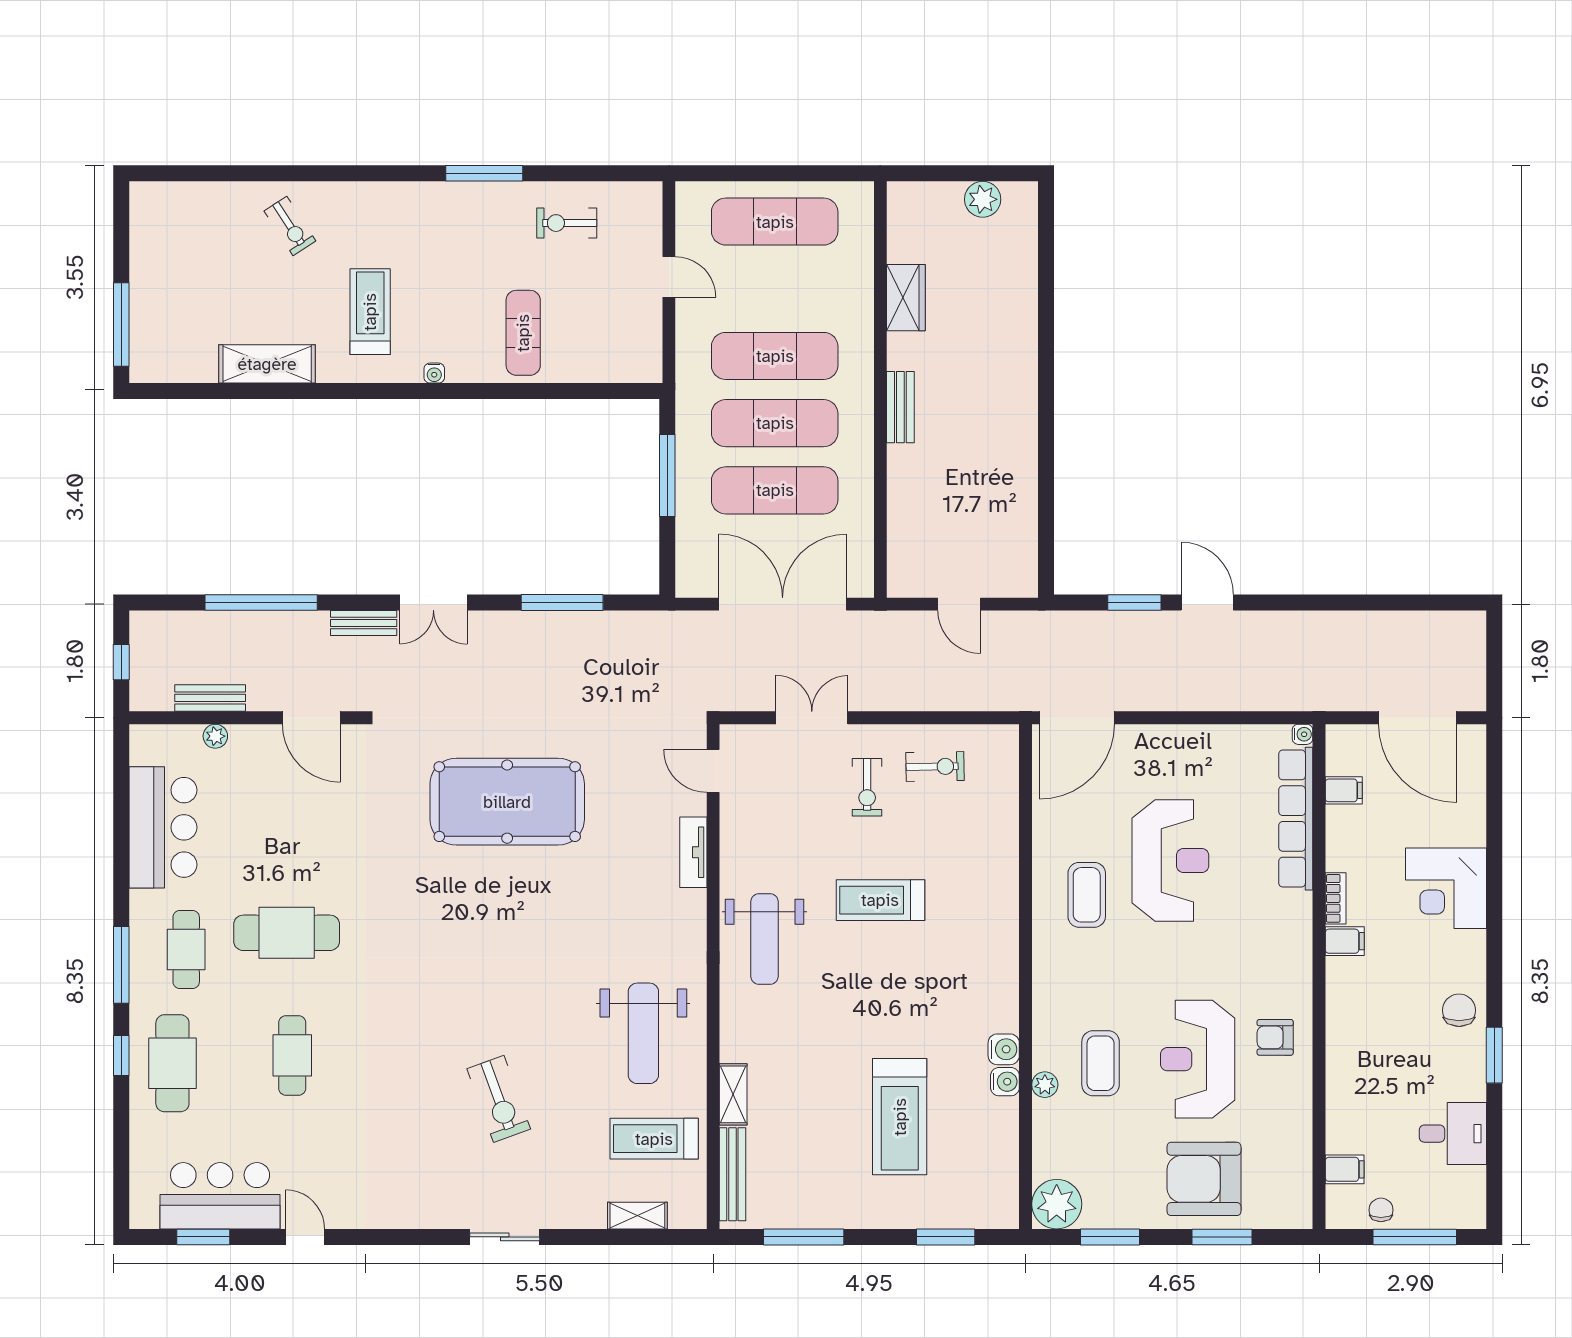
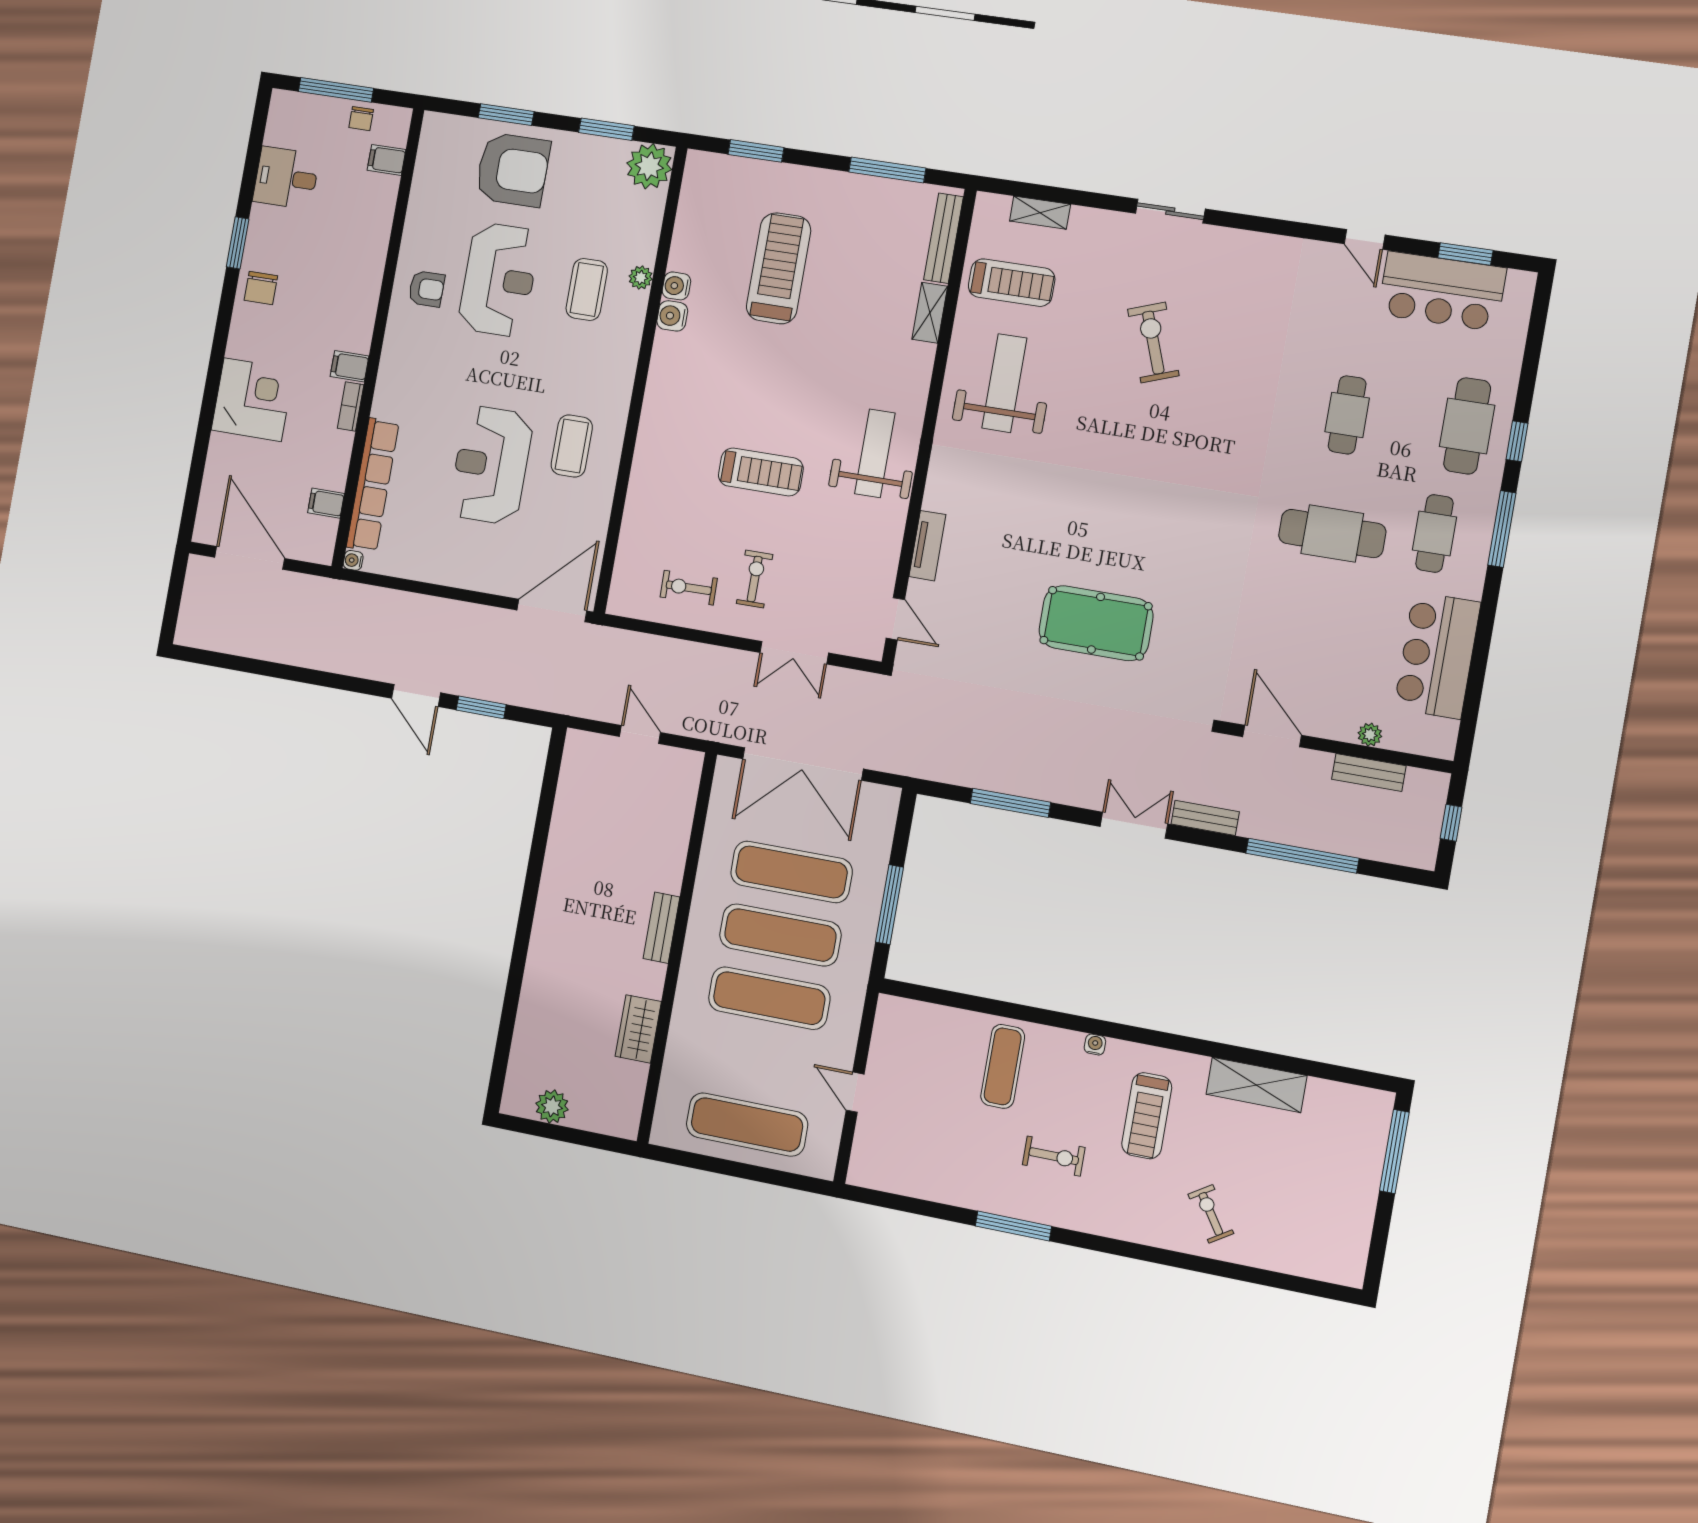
exercise bike: (567, 223) -> (1054, 1156), moved
pool table: (507, 802) -> (1096, 623), width x0.73, depth x0.76

